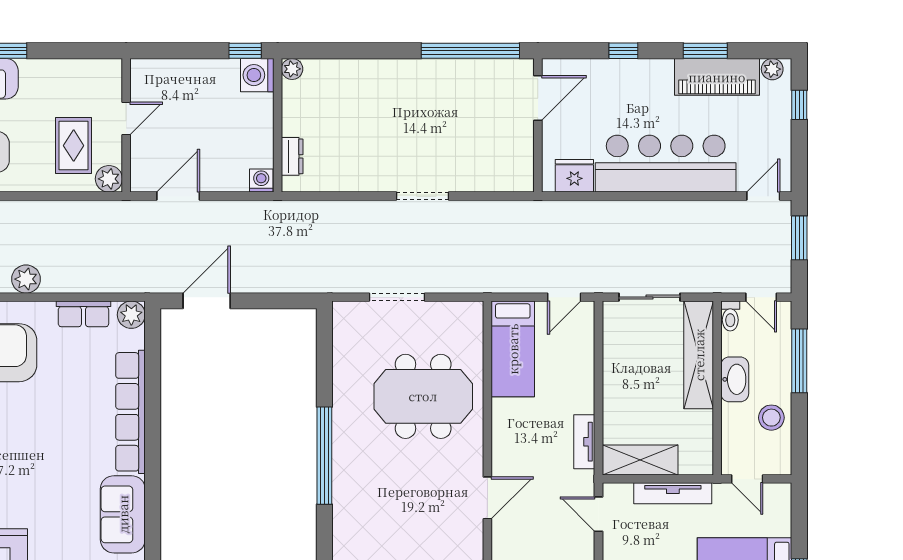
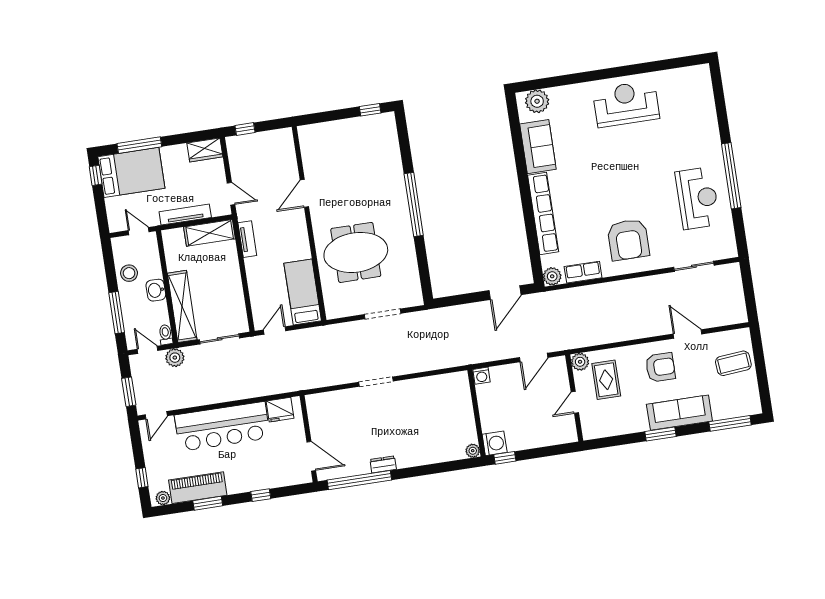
door: (538, 98) -> (311, 456), swing flipped
dresser: (292, 156) -> (383, 464), moved, turned 90
plant: (26, 279) -> (175, 358), moved
washbasin: (735, 379) -> (156, 290), width x0.72

